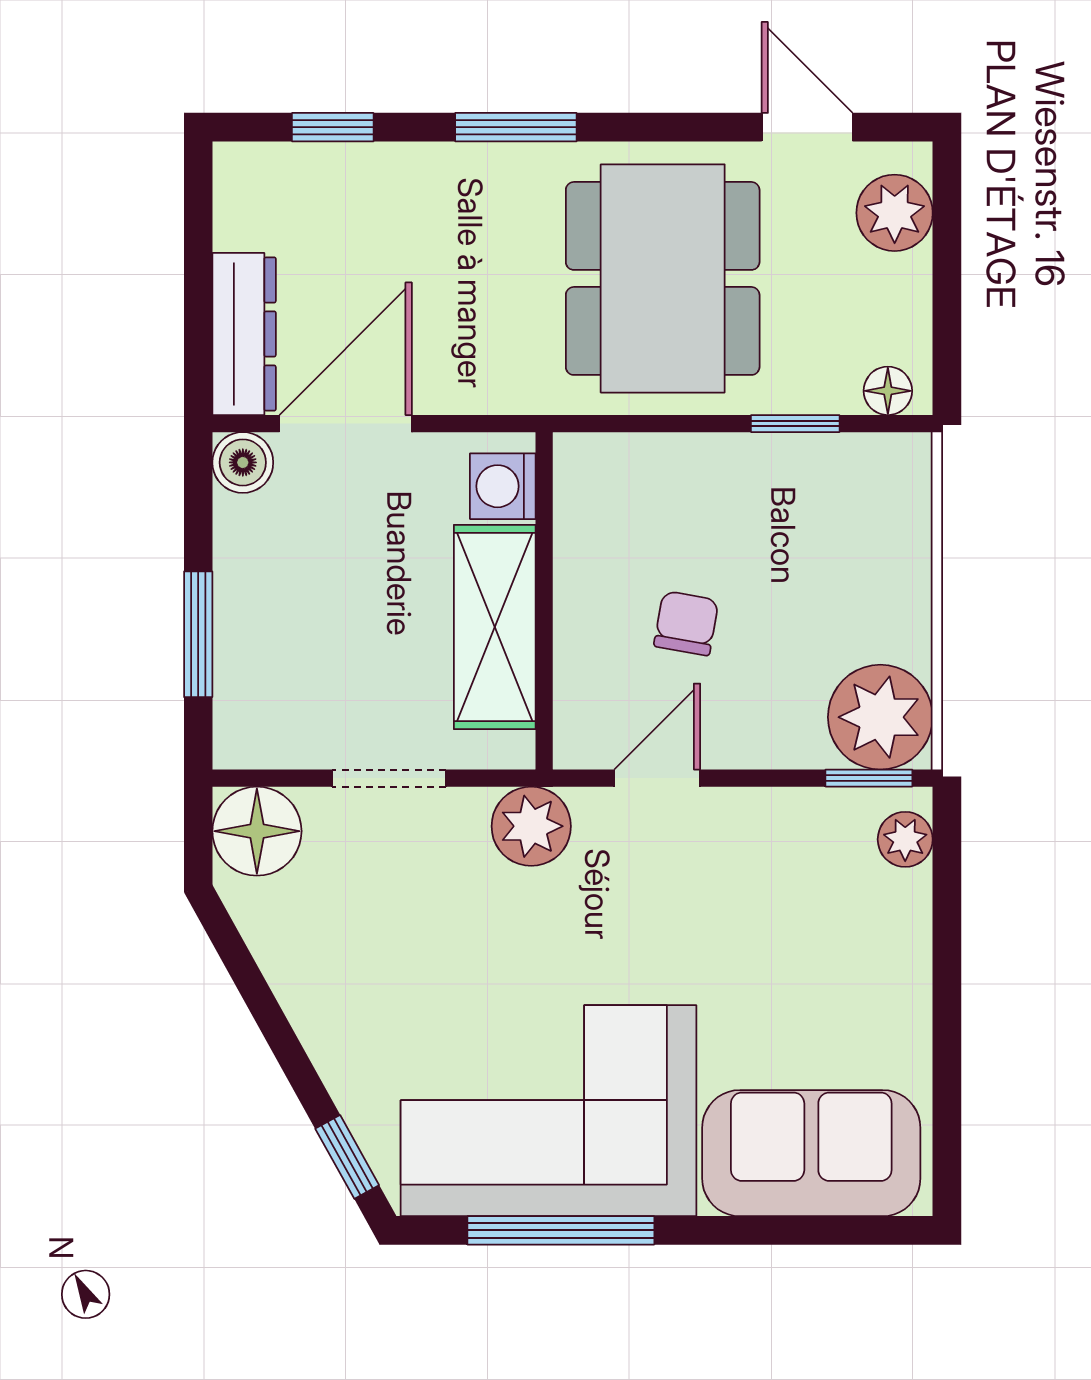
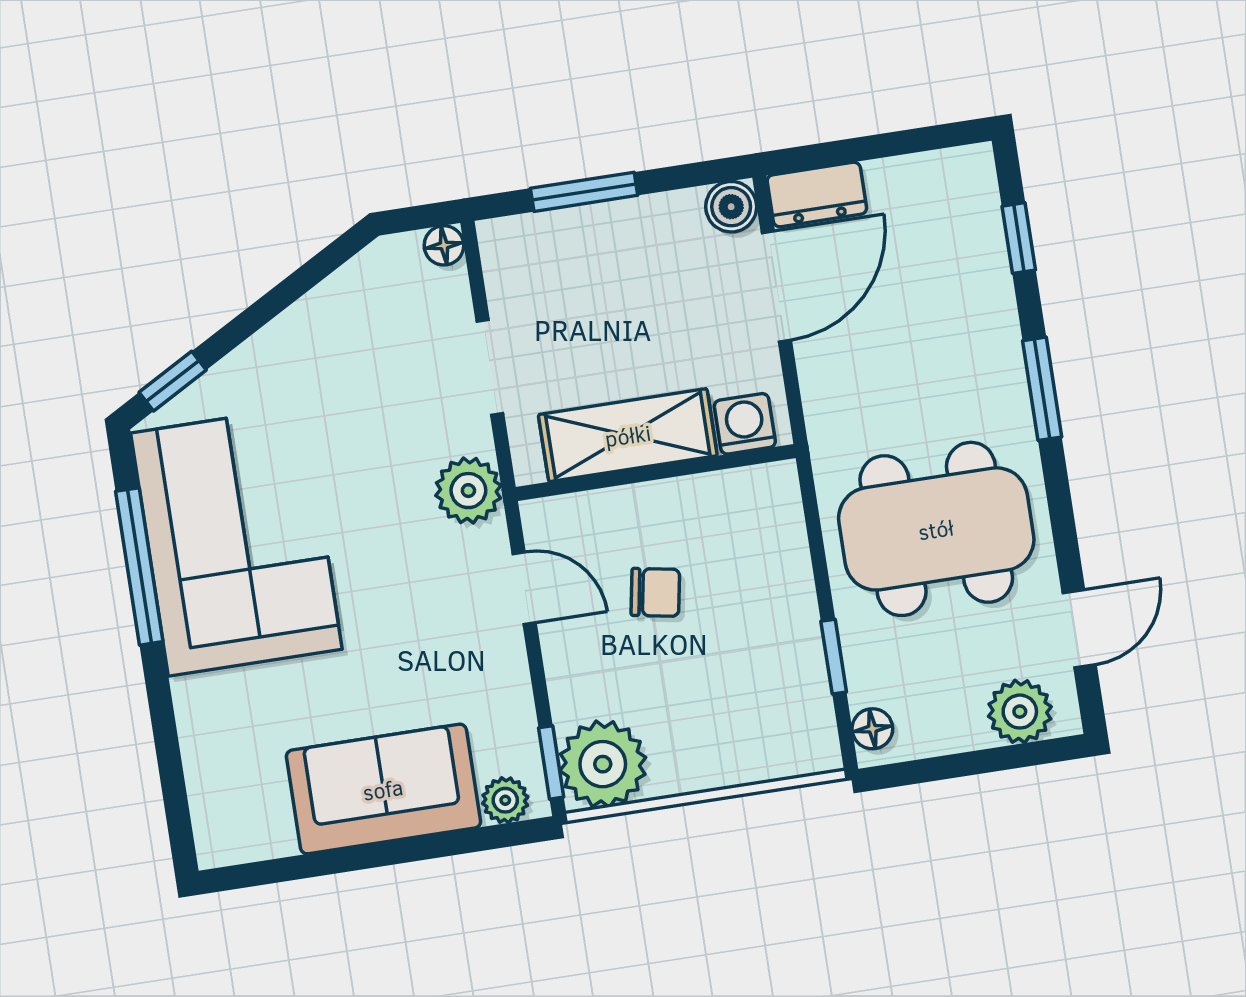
dresser: (244, 334) -> (817, 195), width x0.70
door: (346, 424) -> (776, 286), hinge flipped
floor lamp: (257, 831) -> (444, 245), width x0.53, depth x0.53
sofa: (811, 1153) -> (383, 789), moved, turned -90

